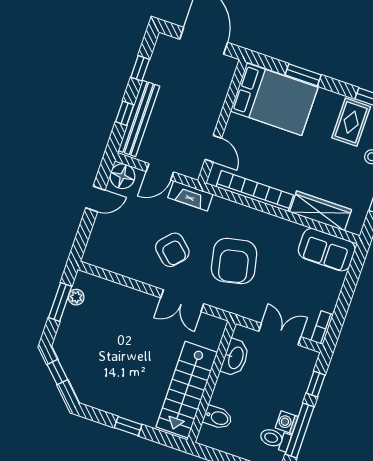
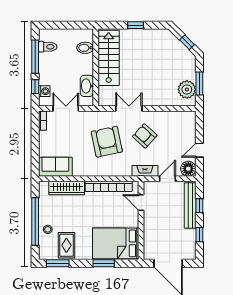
plant: (76, 297) -> (187, 89), width x1.88, depth x1.88
double door: (280, 334) -> (66, 108), swing flipped
washing machine: (287, 422) -> (44, 91), moved

